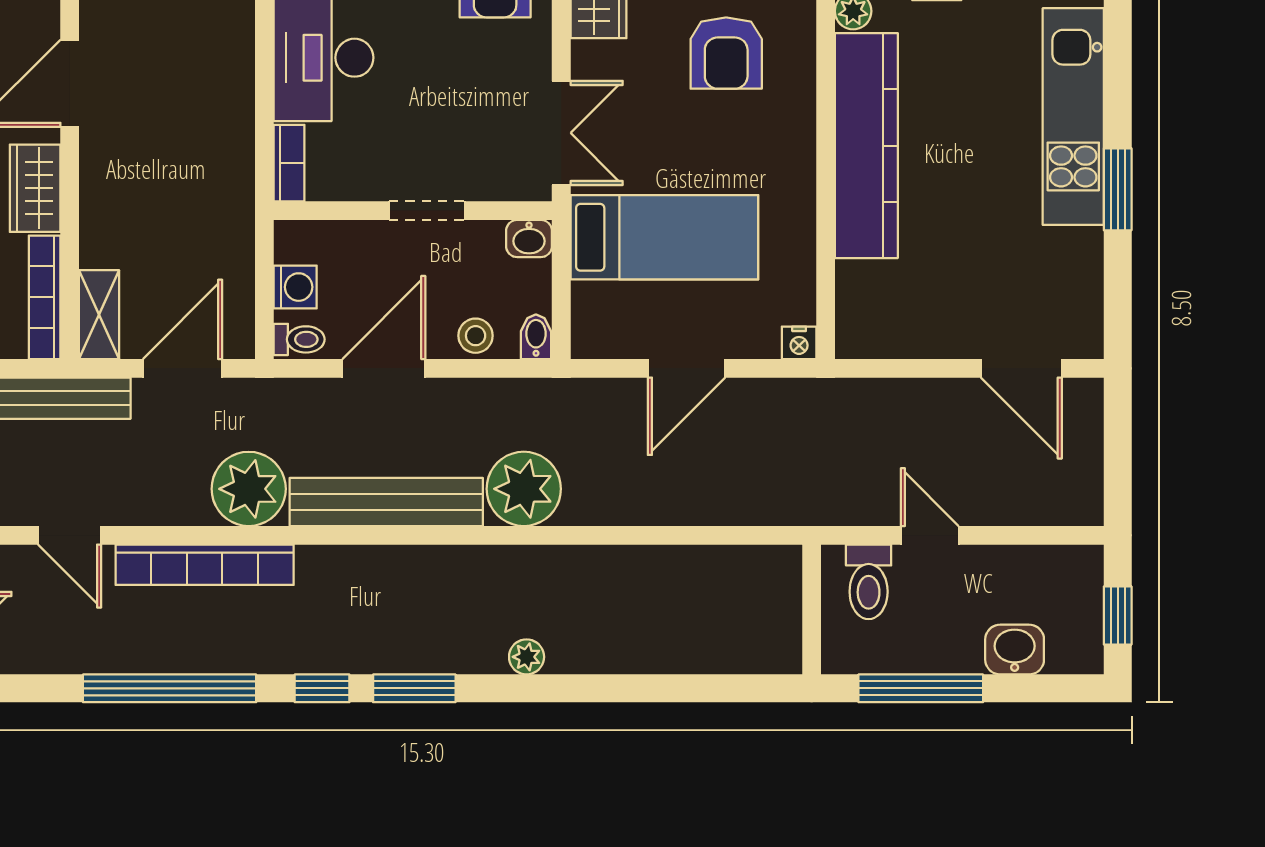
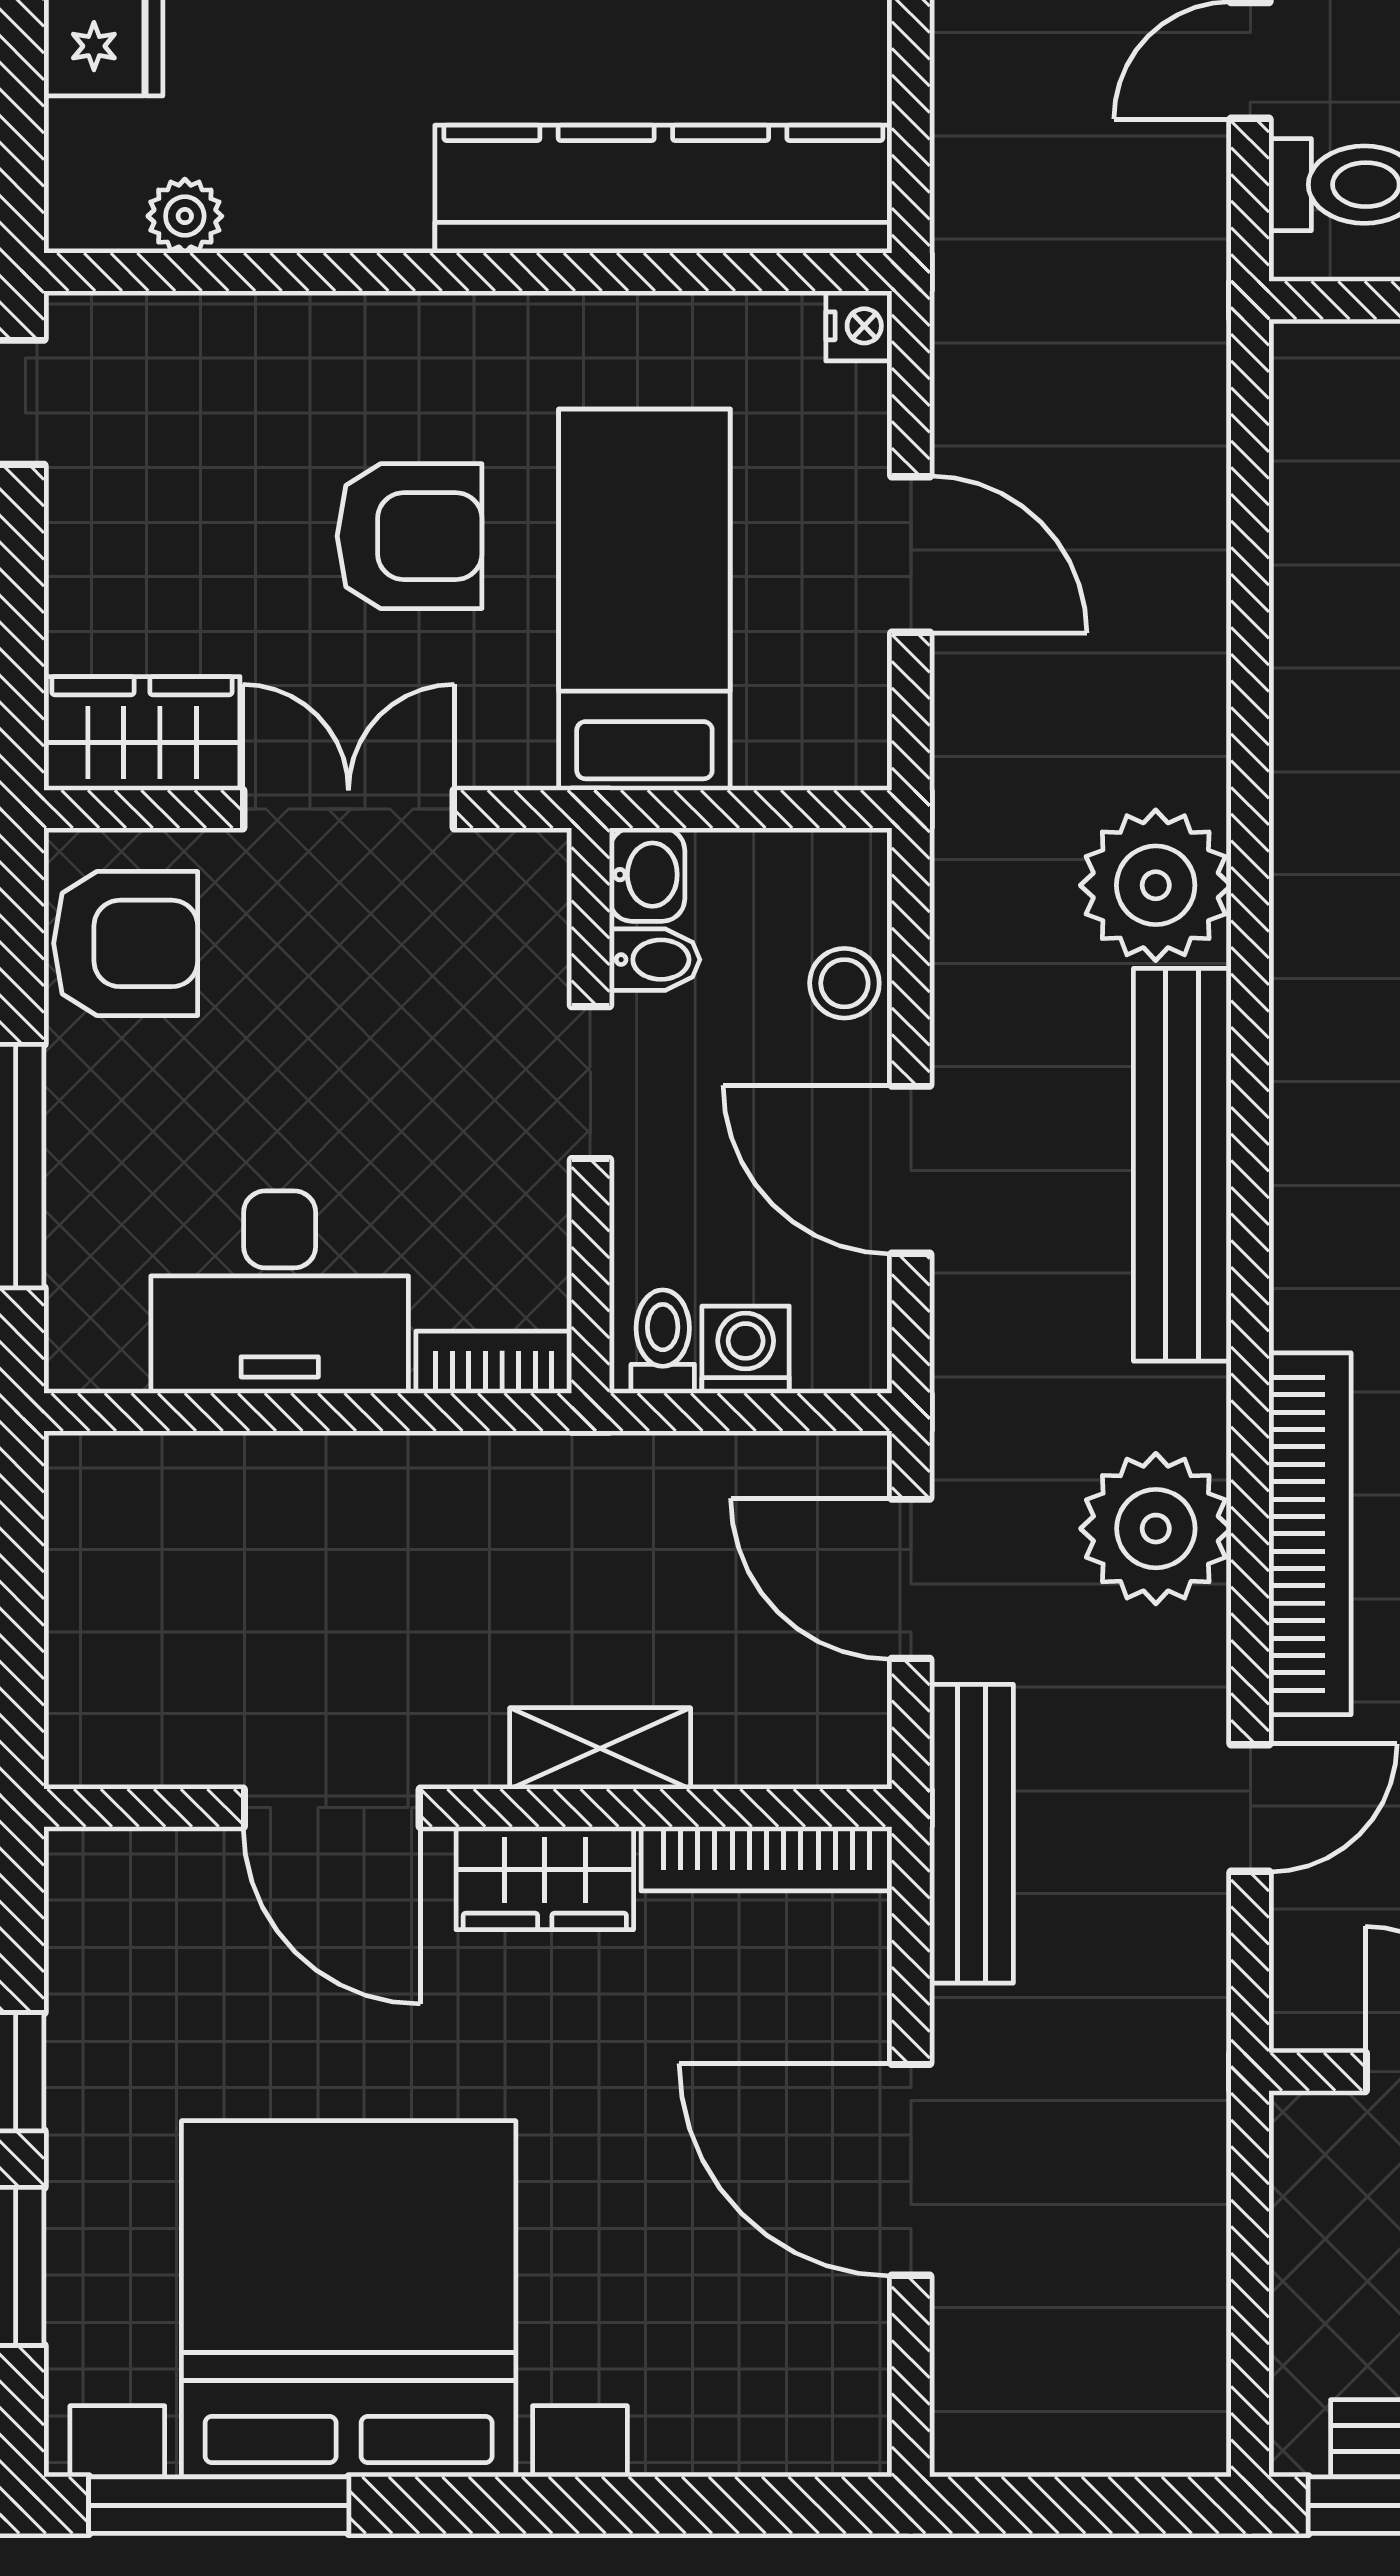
armchair: (726, 53) -> (409, 536), moved
double door: (561, 133) -> (348, 809), moved
kitchen counter: (866, 146) -> (663, 189), moved
shelving: (99, 315) -> (600, 1748), moved
bidet: (536, 337) -> (655, 960), moved, turned 180
toilet: (299, 339) -> (663, 1342), moved
plant: (249, 489) -> (1156, 1529), moved

